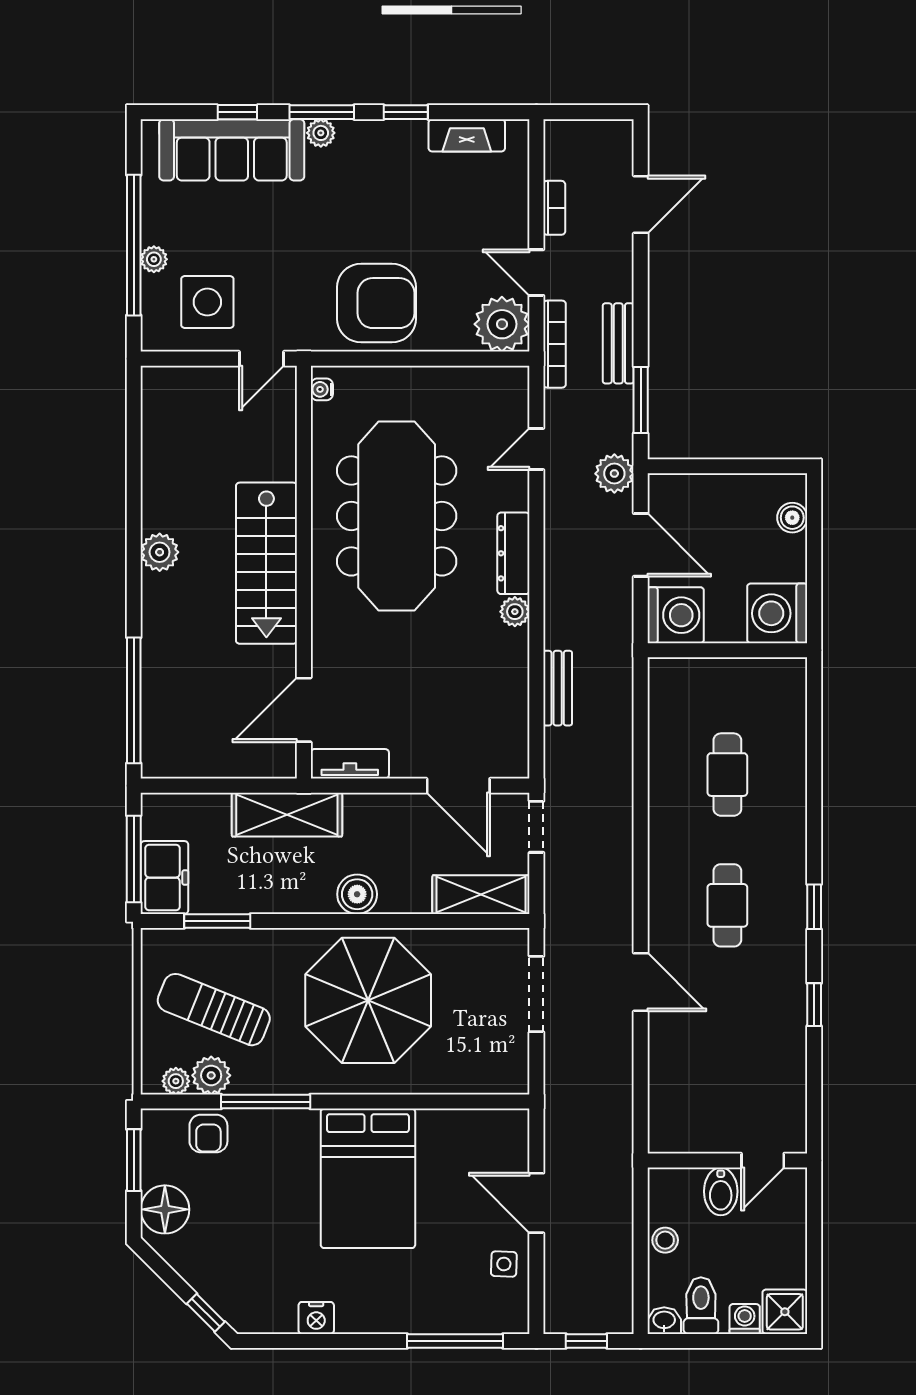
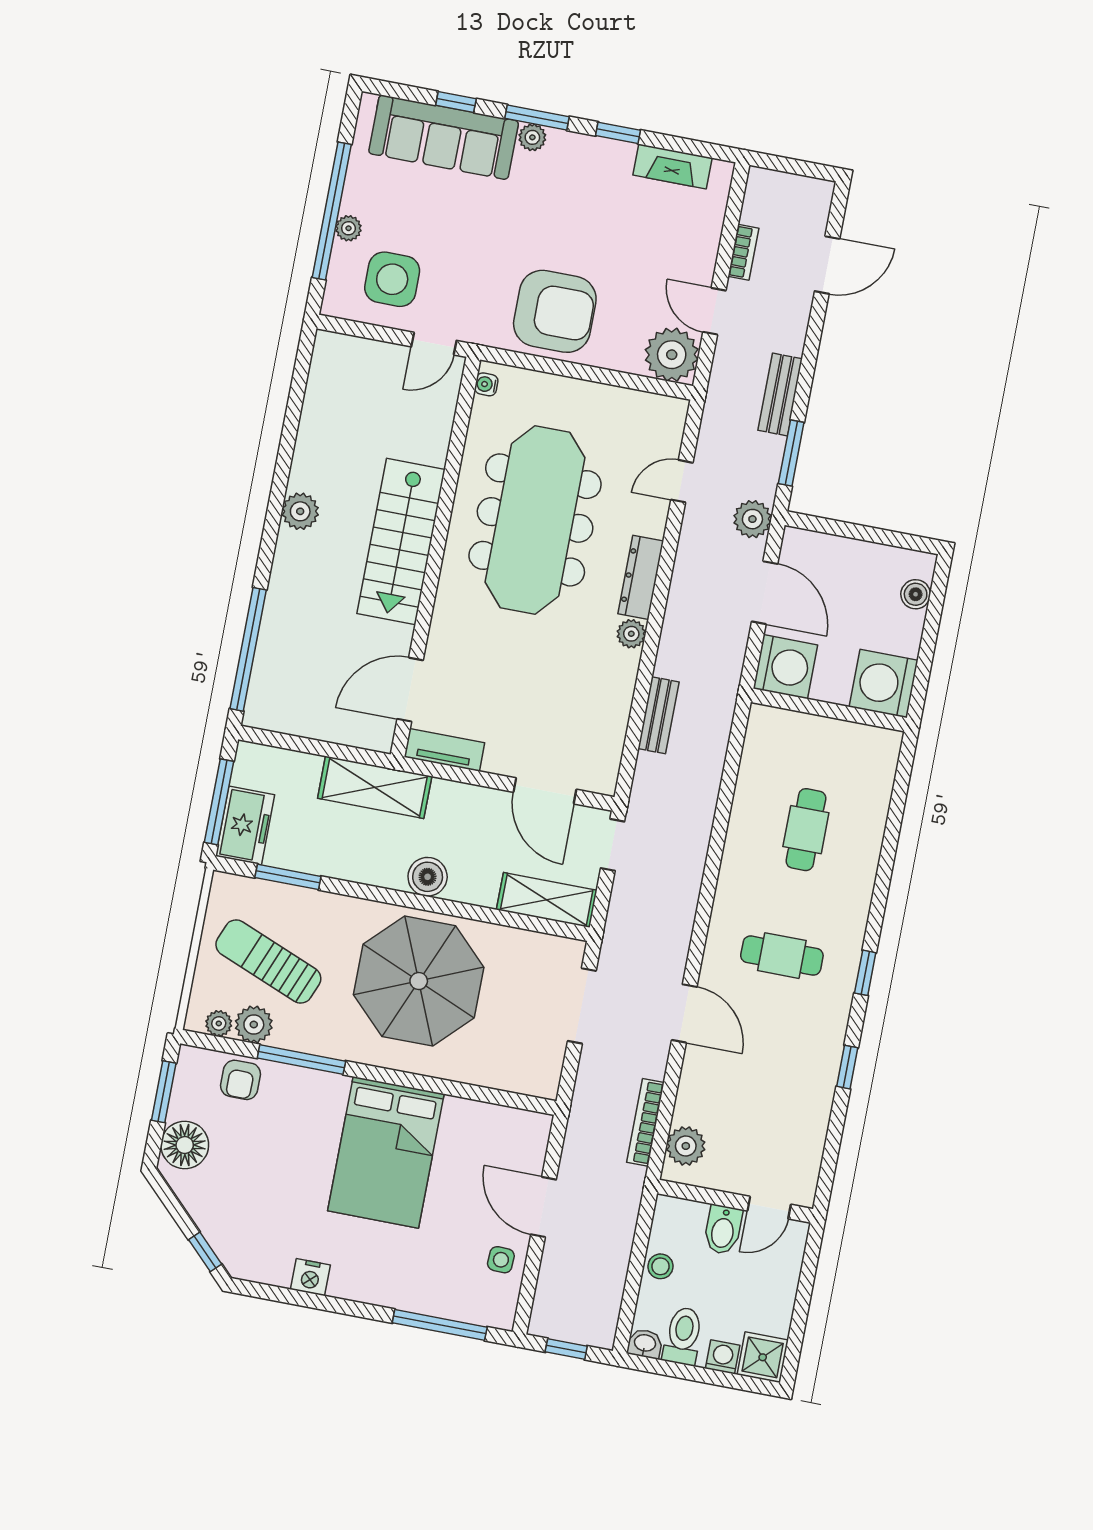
bookcase: (555, 344) -> (645, 1122), moved, turned 180
cafe table: (727, 905) -> (782, 956), turned 90
plant: (667, 1115) -> (686, 1146), added

